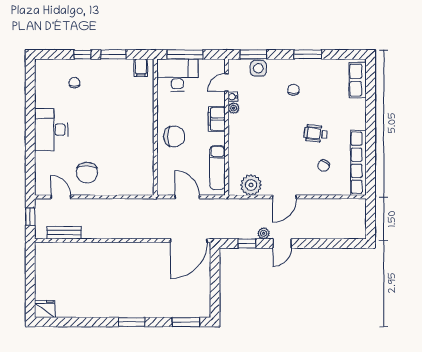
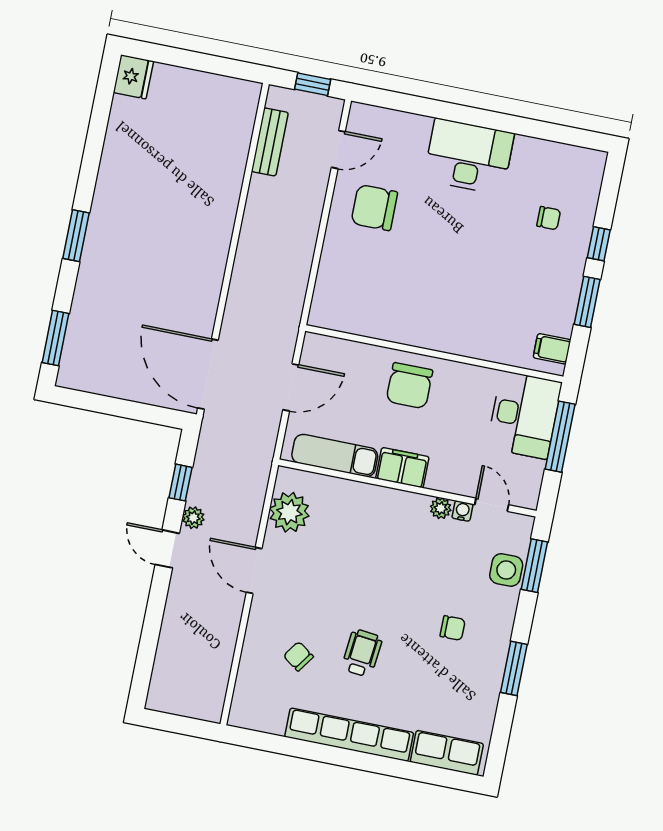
filing cabinet: (217, 119) -> (402, 468), moved
row of seats: (358, 163) -> (349, 735), moved

